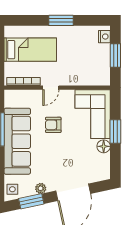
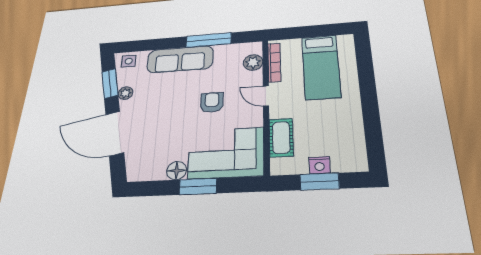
window: (61, 20) -> (370, 102), removed
nightstand: (104, 37) -> (319, 165), moved
cot: (83, 78) -> (281, 138), added
plant: (22, 96) -> (253, 62), added
sofa: (17, 141) -> (180, 59), width x0.74, depth x0.79

